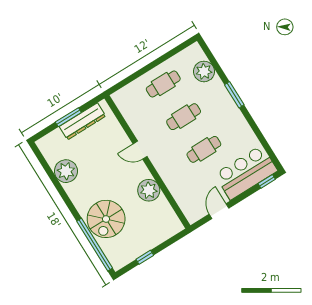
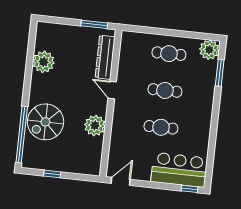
plant: (204, 71) -> (209, 50), moved
window: (234, 95) -> (220, 73), moved
window: (68, 117) -> (94, 24), moved
dresser: (83, 121) -> (105, 57), moved, turned 90
door: (219, 211) -> (121, 181), moved

